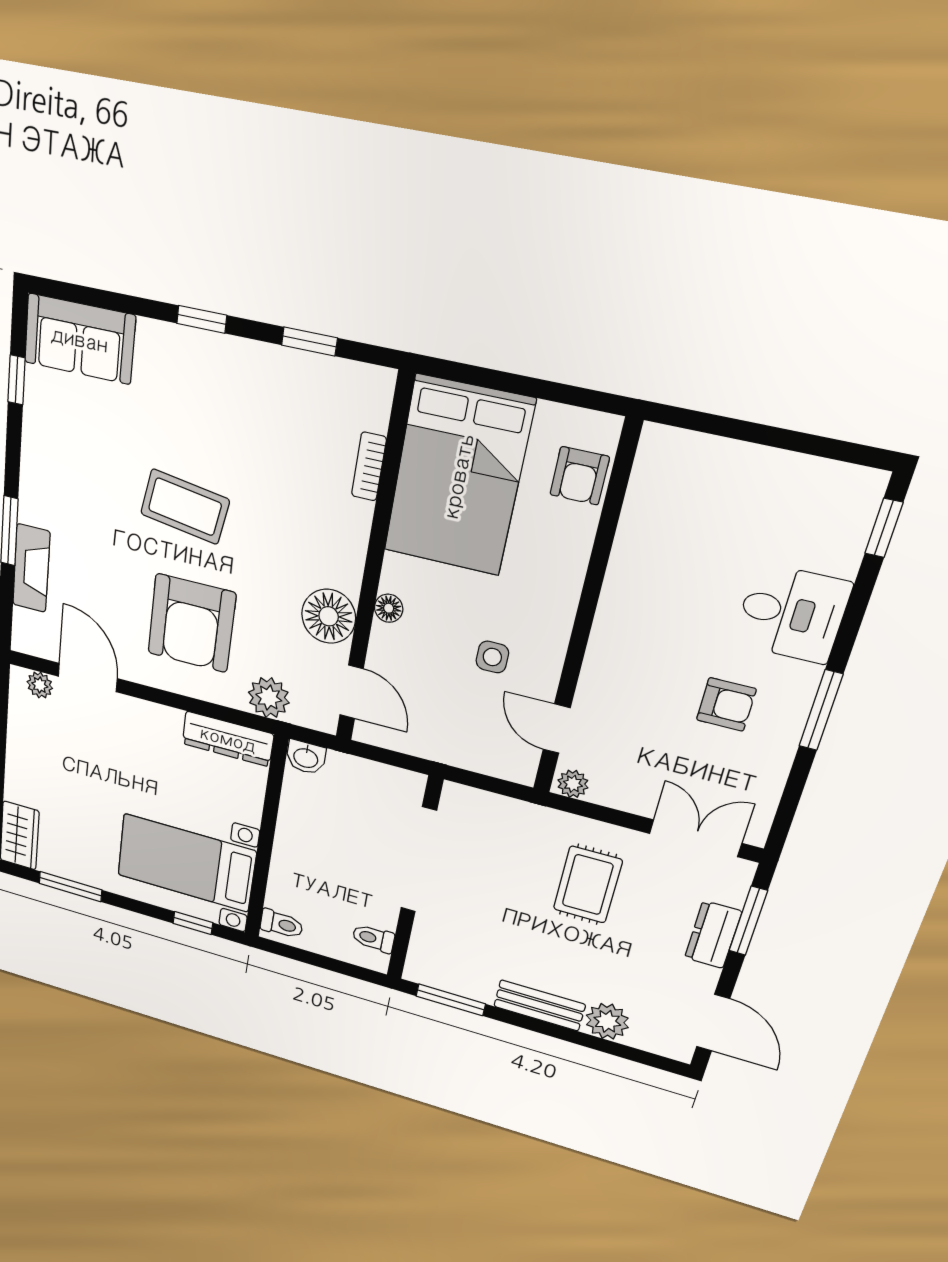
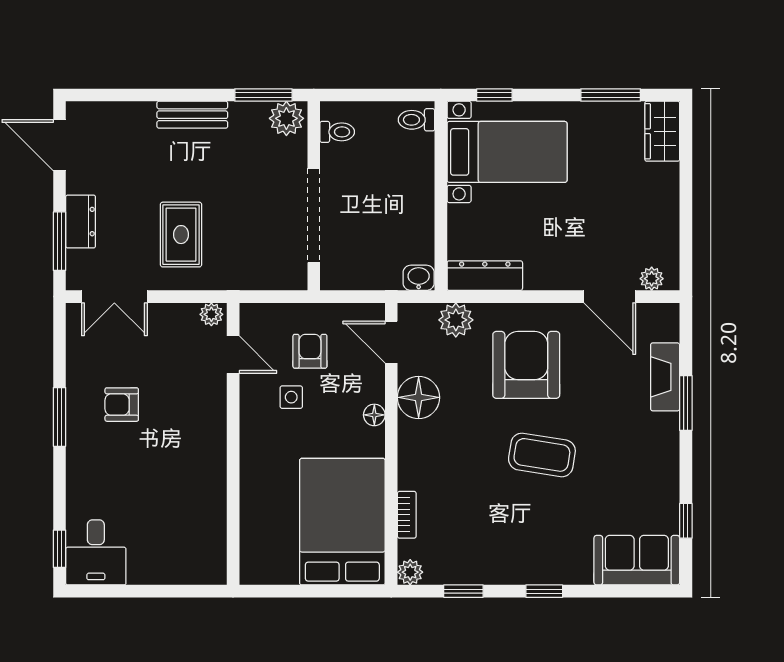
plant: (378, 384) -> (410, 572), added
armchair: (580, 476) -> (310, 351), moved
desk: (792, 613) -> (96, 552), moved, turned -90
plant: (607, 1021) -> (286, 118), moved

